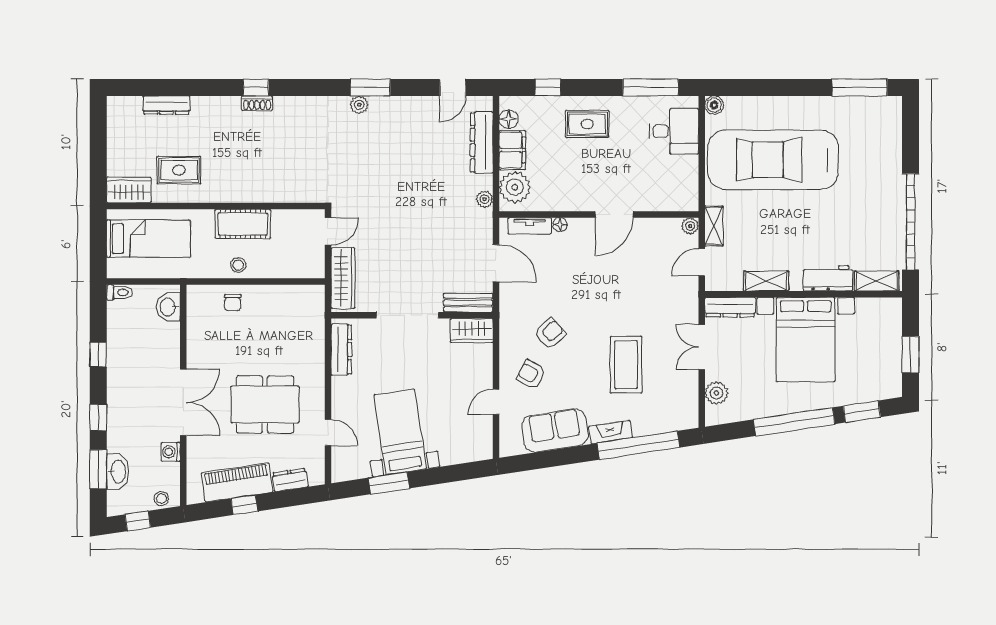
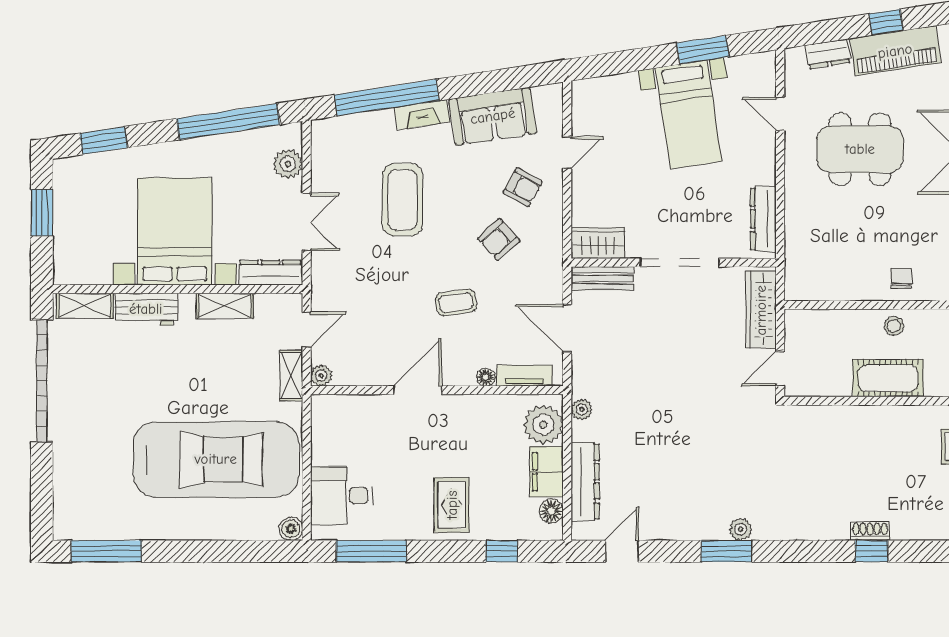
rug: (587, 124) -> (452, 505), turned 90
coffee table: (584, 284) -> (456, 302), added
window: (794, 422) -> (228, 122), moved

